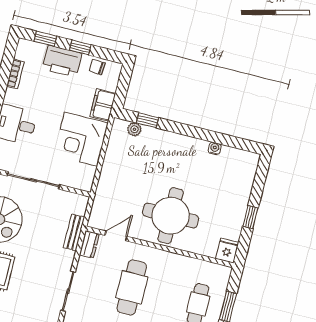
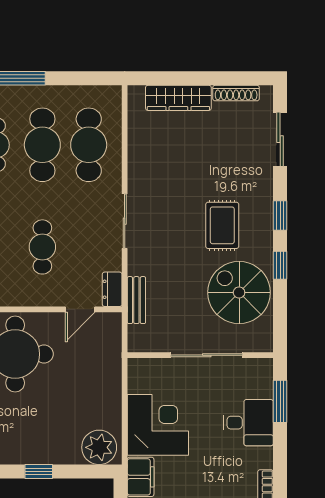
window: (147, 120) -> (39, 472), moved
plant: (134, 129) -> (99, 447), width x1.87, depth x1.87
cafe table: (132, 287) -> (42, 247), width x0.73, depth x0.74

